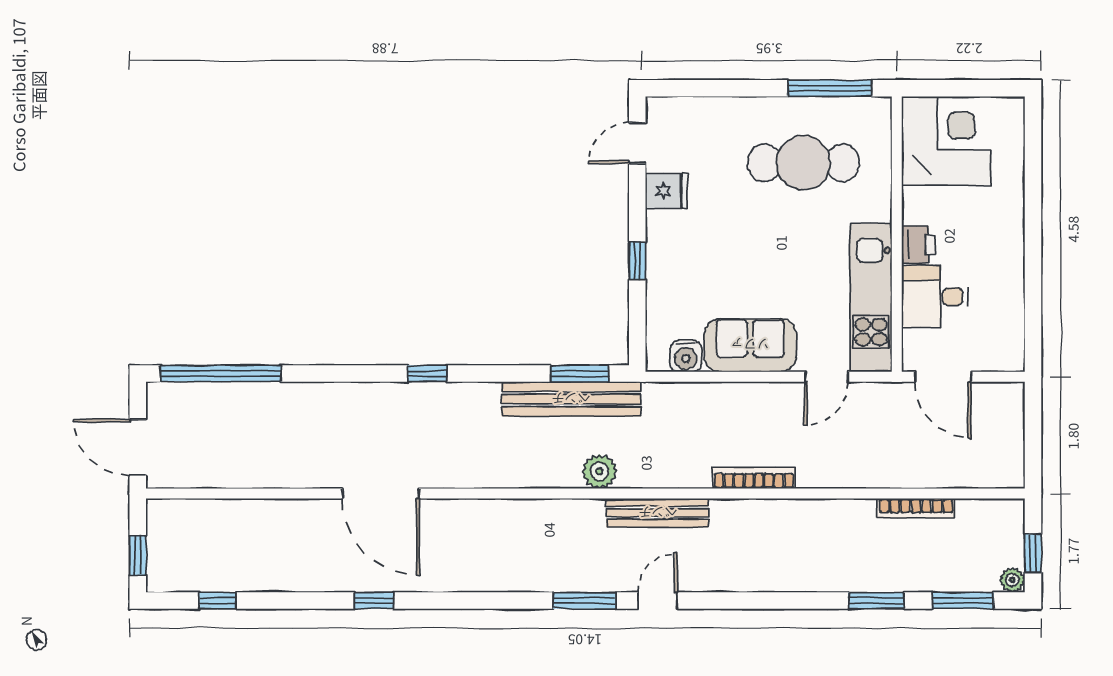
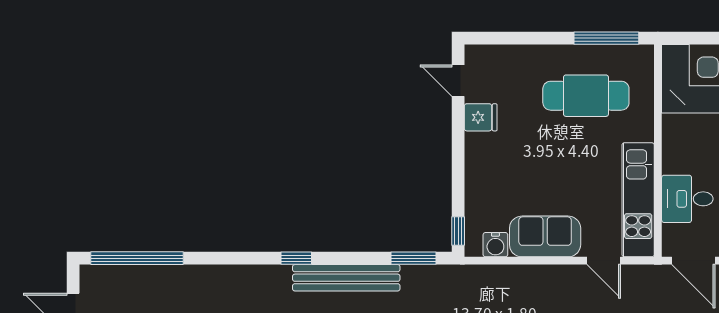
door: (637, 143) -> (458, 81), hinge flipped
printer: (919, 245) -> (675, 159), removed
window: (637, 261) -> (458, 231), moved
door: (826, 377) -> (604, 261), hinge flipped
bench: (571, 399) -> (346, 278), moved

